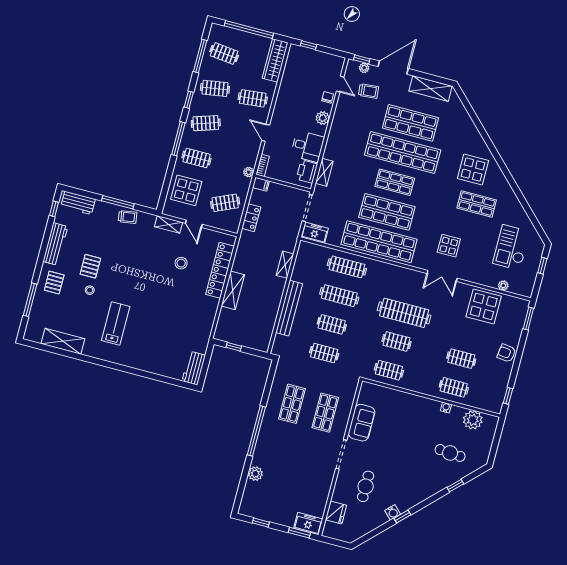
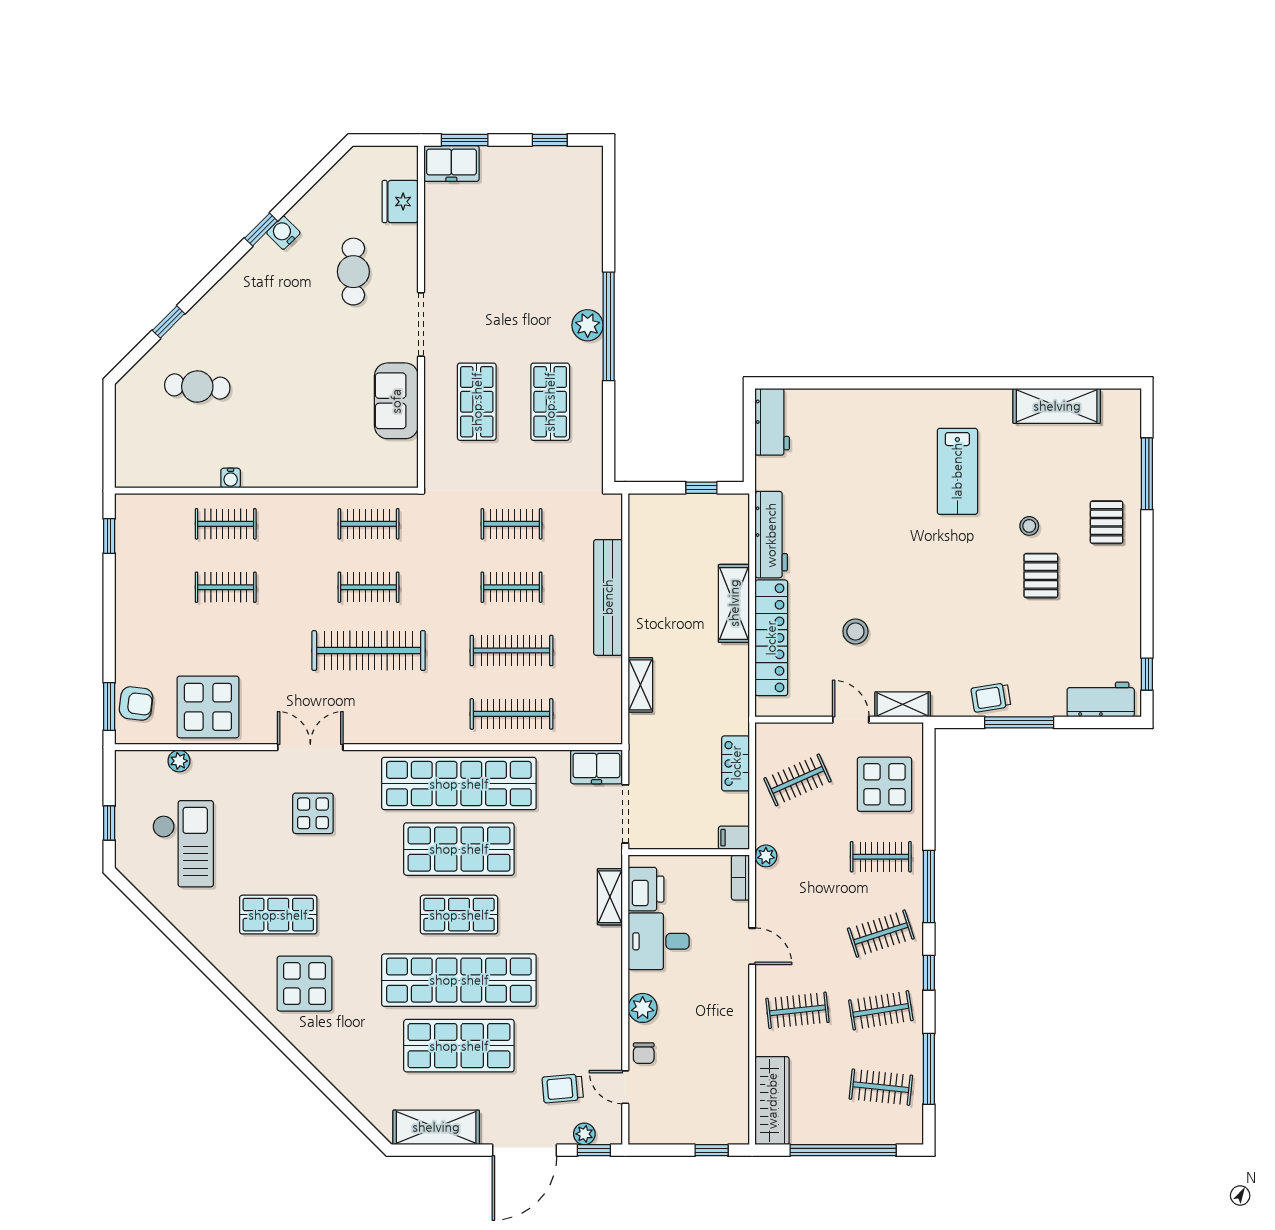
workbench: (55, 244) -> (771, 535), moved, turned 180
armchair: (506, 353) -> (136, 703), moved
plant: (473, 420) -> (169, 467), removed
plant: (255, 474) -> (588, 325), moved

